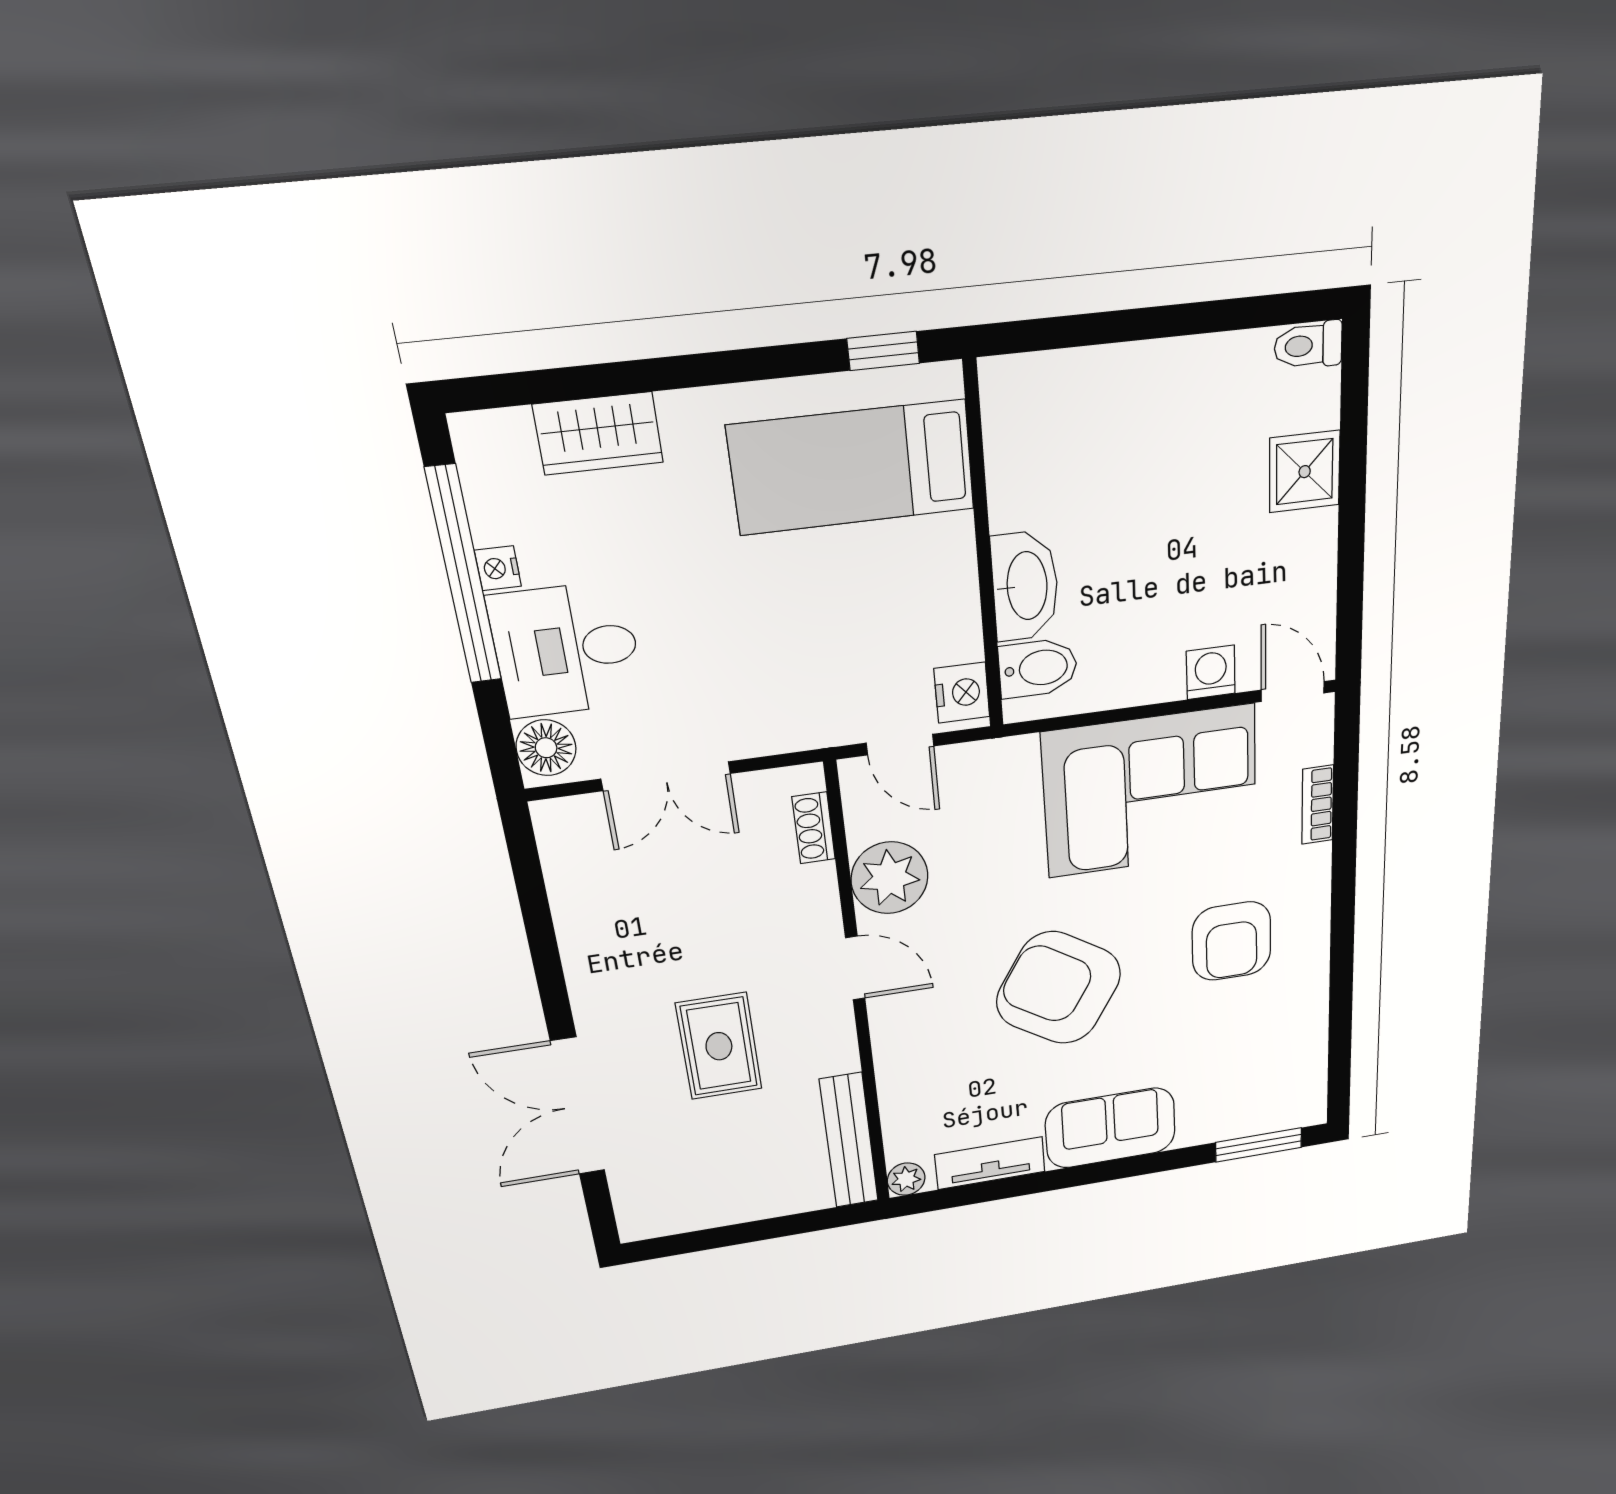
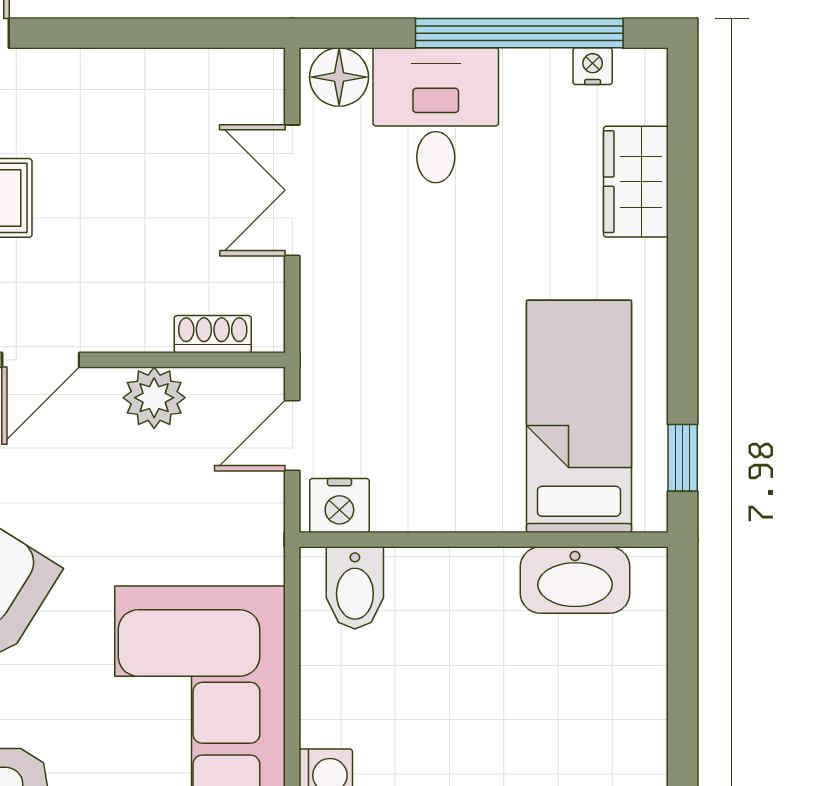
nightstand: (498, 568) -> (593, 66), moved
washbasin: (1025, 586) -> (575, 580), moved
plant: (890, 878) -> (154, 398), width x0.73, depth x0.73

